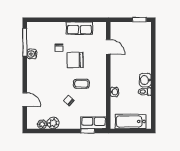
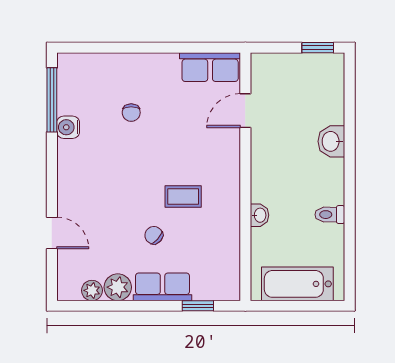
row of seats: (79, 28) -> (210, 67), moved
door: (108, 47) -> (245, 111), swing flipped
chair: (75, 60) -> (169, 141), removed
washbasin: (145, 80) -> (331, 141), moved
row of seats: (94, 123) -> (163, 287), moved

